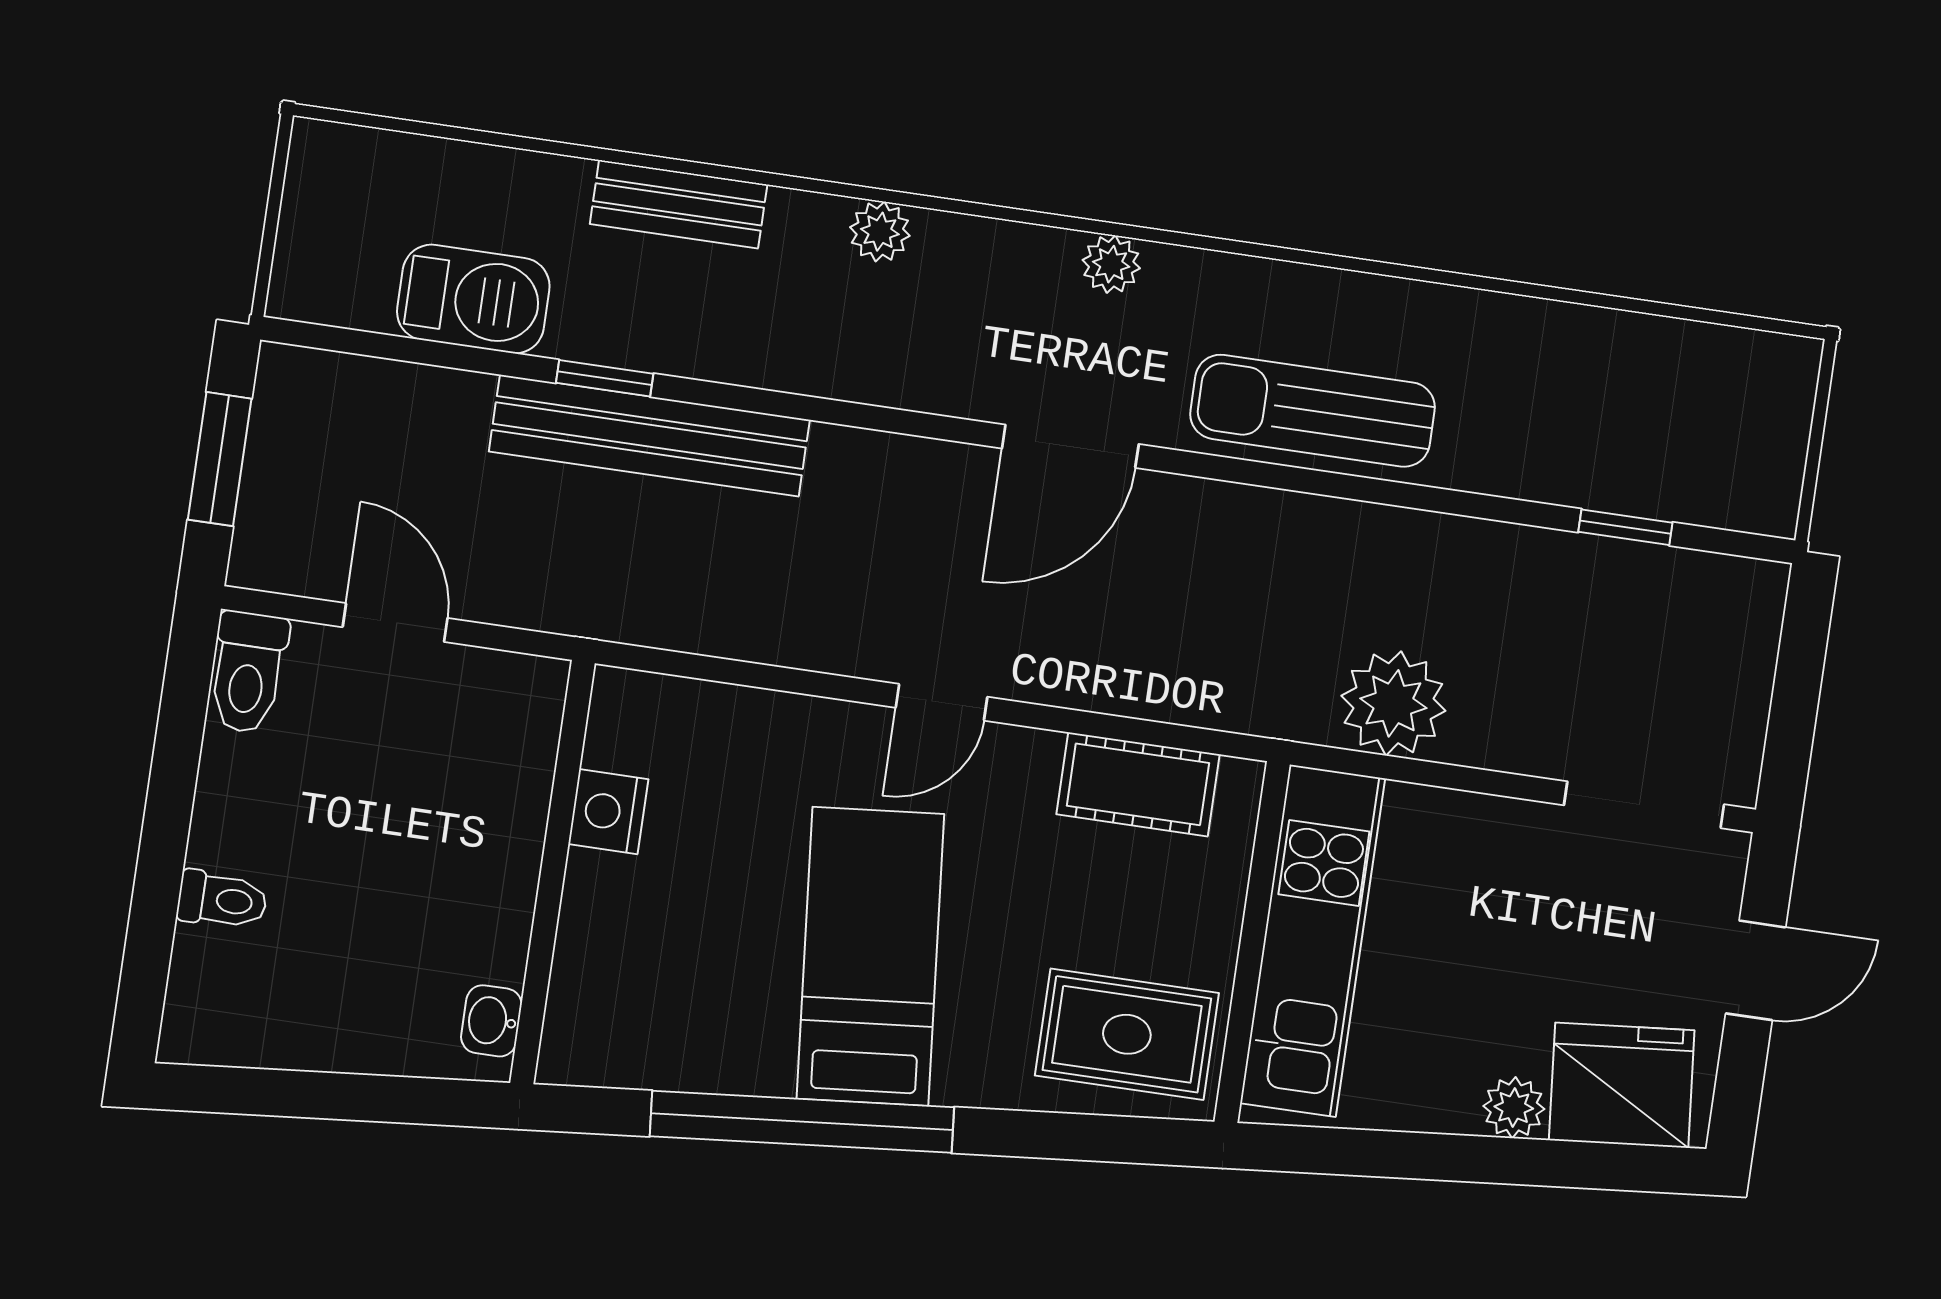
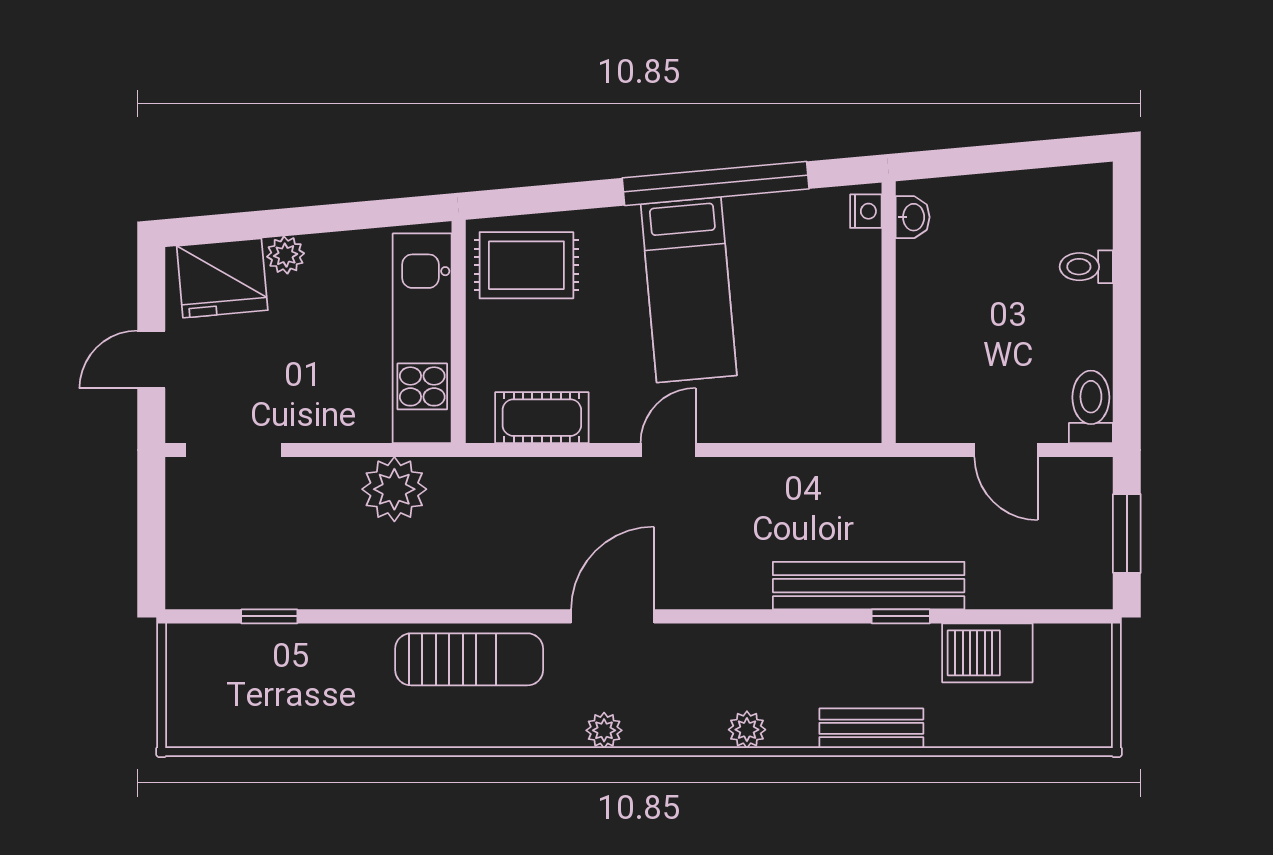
nightstand: (608, 812) -> (866, 211), moved, width x0.72, depth x0.74

